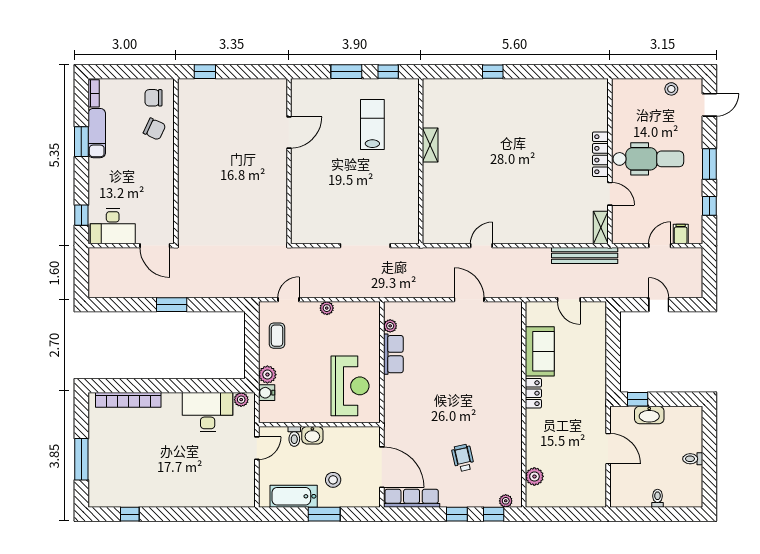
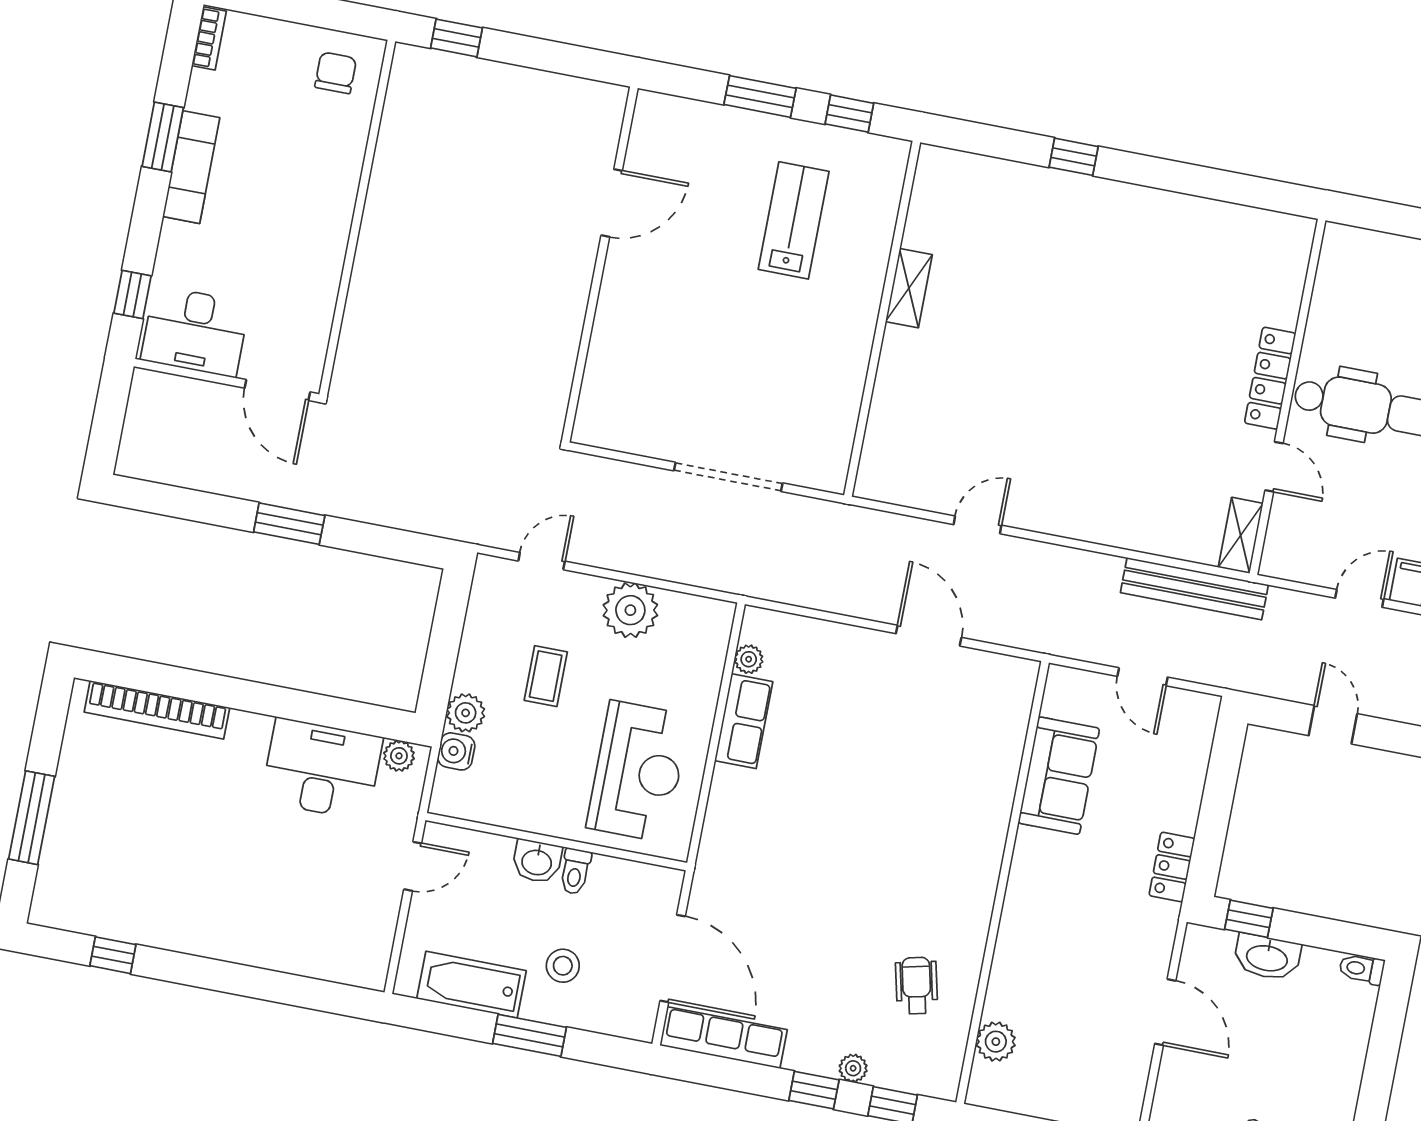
chair: (154, 98) -> (336, 73), turned 90
chair: (154, 129) -> (325, 140), removed
exam couch: (97, 133) -> (191, 167), moved
plant: (327, 308) -> (630, 610), width x1.88, depth x1.88
coffee table: (277, 336) -> (546, 676), moved
locker: (533, 393) -> (1172, 867), moved, turned 180
toilet: (294, 436) -> (575, 871), moved
wheelchair: (463, 458) -> (917, 986), moved
toilet: (693, 459) -> (1362, 969), moved
plant: (506, 501) -> (853, 1068), moved

